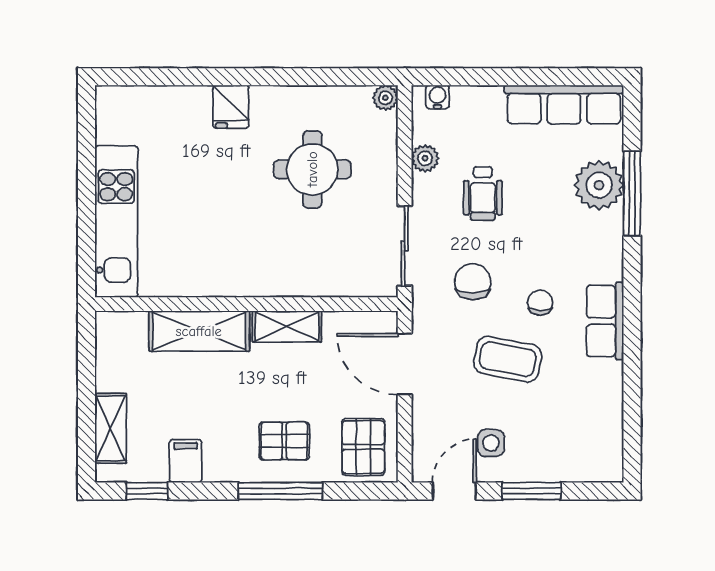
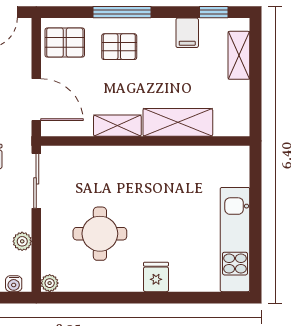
kitchen unit: (116, 222) -> (235, 240), moved
pallet: (363, 447) -> (65, 43), turned 90

